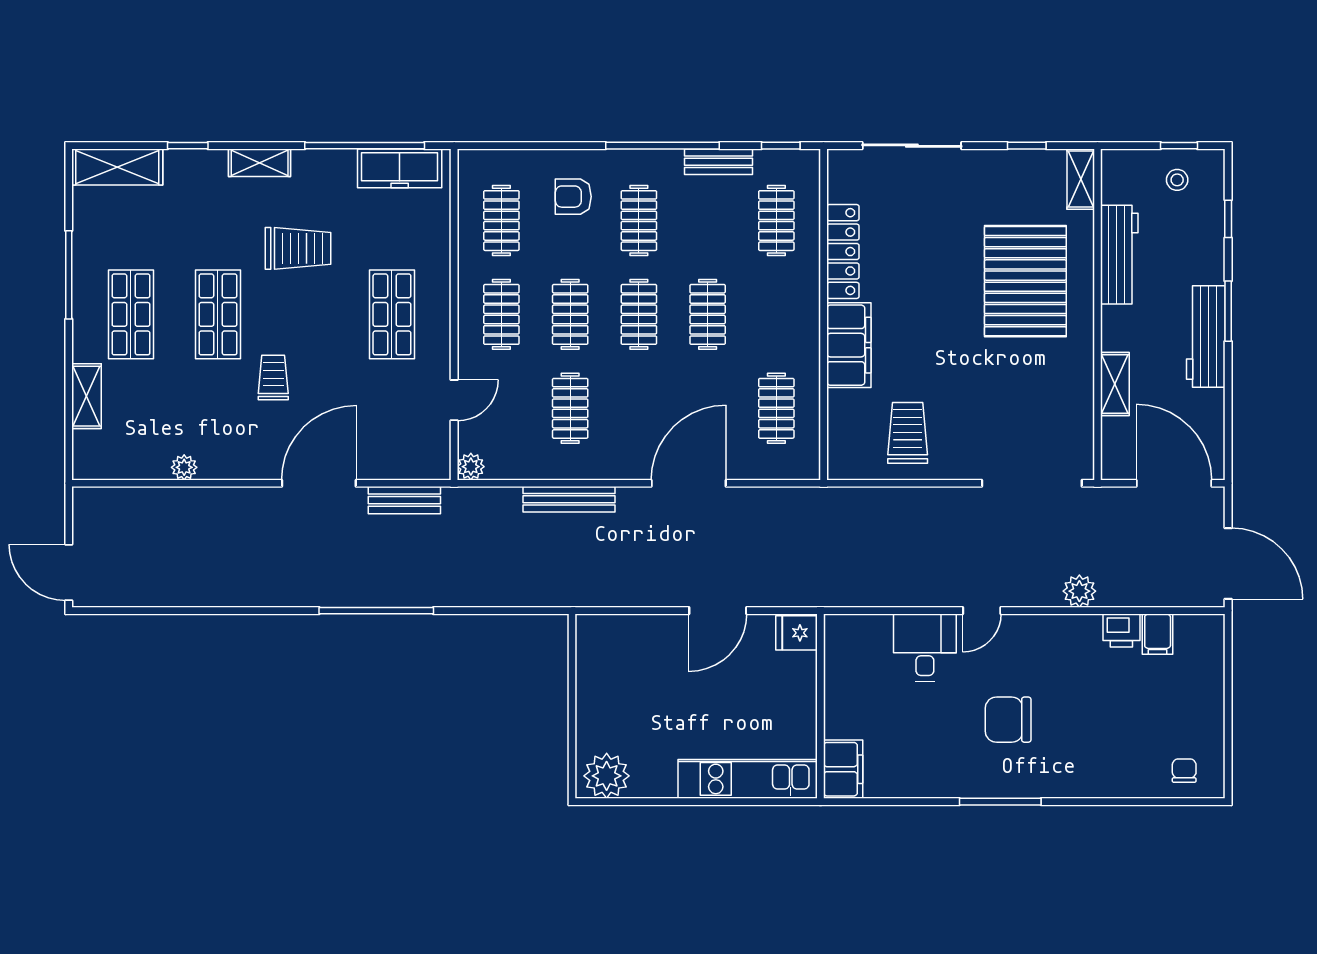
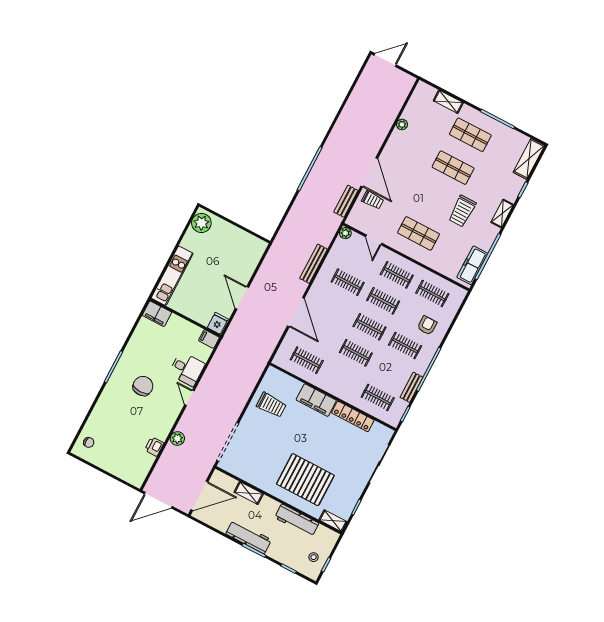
trolley: (273, 377) -> (373, 200), moved
filing cabinet: (1158, 634) -> (209, 339), moved

